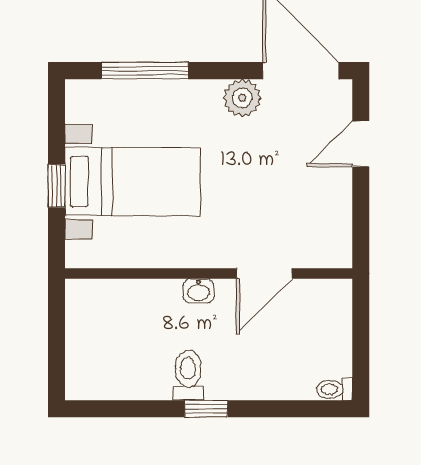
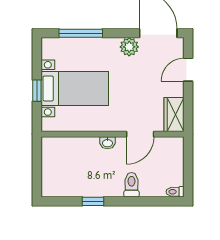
wardrobe: (332, 234) -> (174, 114), added
toilet: (188, 375) -> (132, 185), moved
window: (206, 409) -> (93, 201), moved

